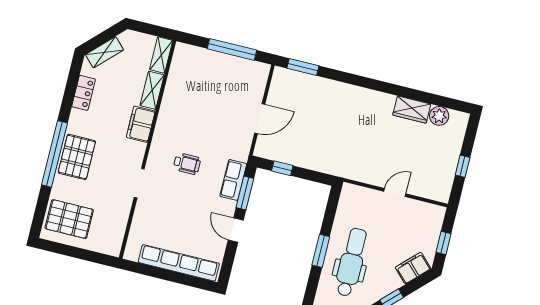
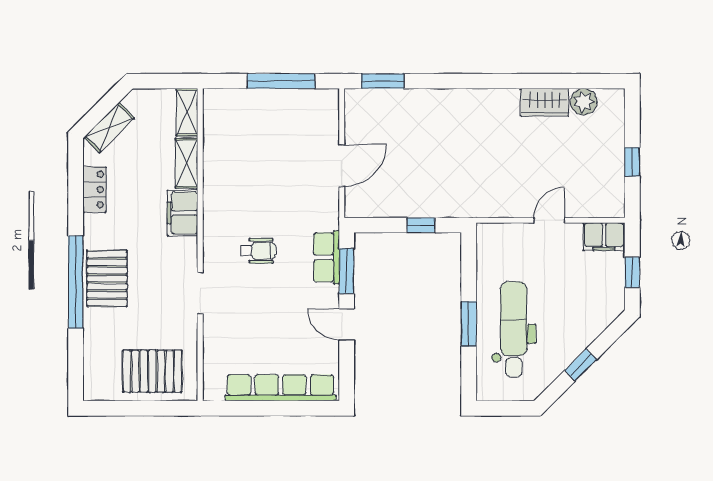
window: (282, 168) -> (421, 225), moved
pallet: (69, 219) -> (152, 371), moved
filing cabinet: (413, 268) -> (604, 237), moved, turned -135

